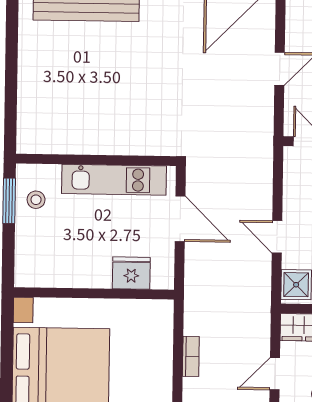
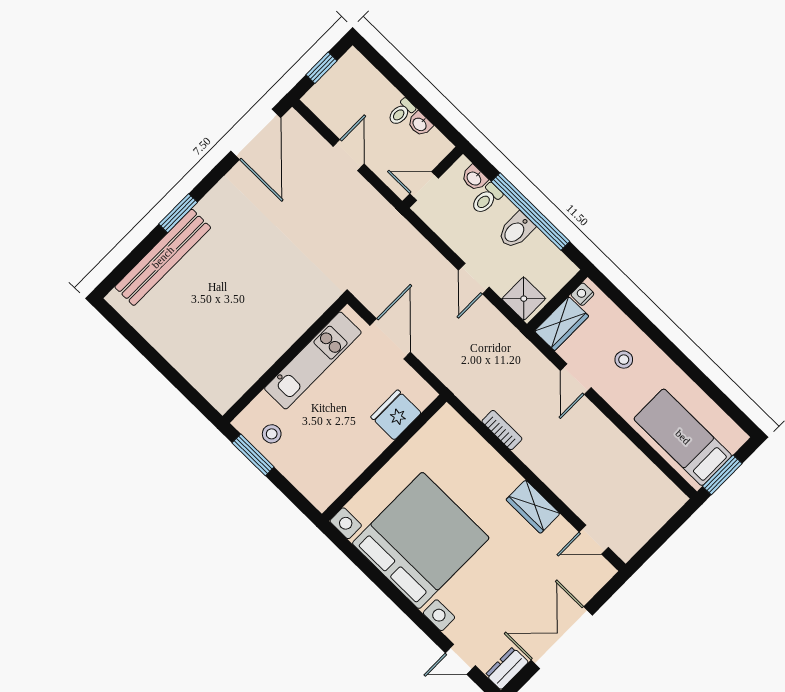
door: (180, 219) -> (390, 339), hinge flipped
door: (277, 237) -> (474, 279), hinge flipped

